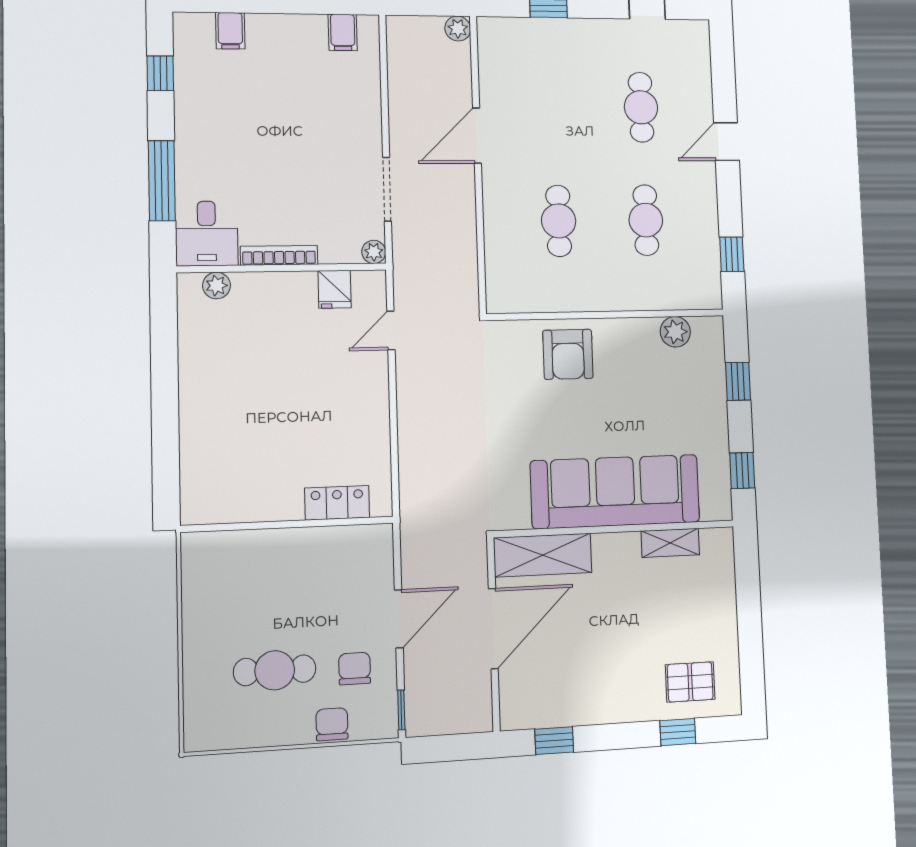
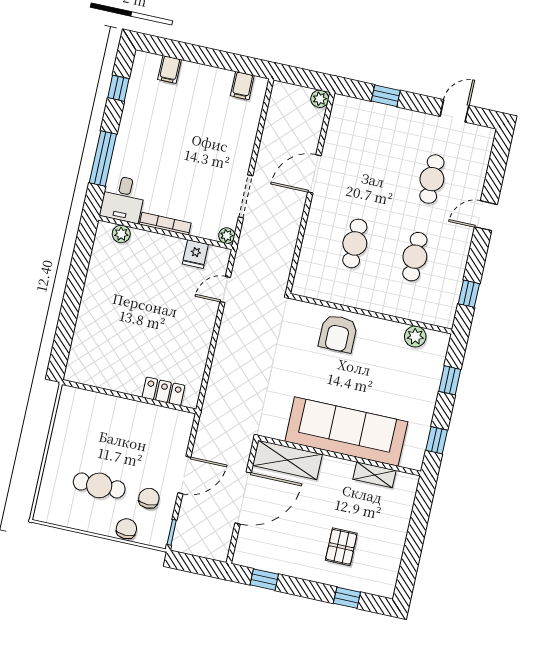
pallet: (690, 682) -> (341, 547), moved, turned 90

